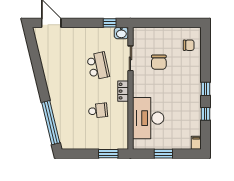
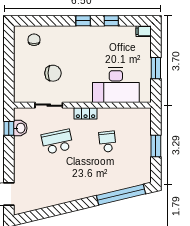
washbasin: (121, 33) -> (20, 128), moved
window: (108, 154) -> (156, 146), moved

